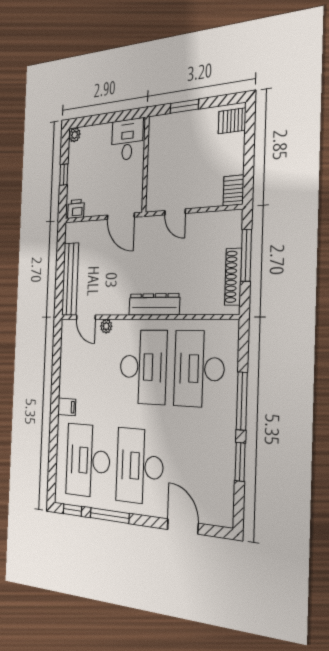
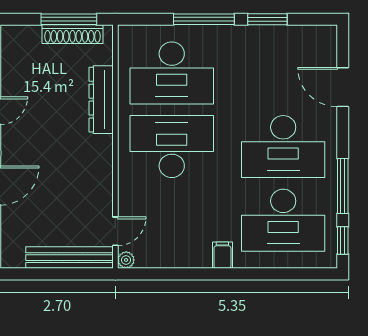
window: (246, 255) -> (69, 19), moved
dresser: (154, 304) -> (101, 100), moved
plant: (106, 326) -> (126, 260), moved
door: (183, 526) -> (343, 87), hinge flipped

